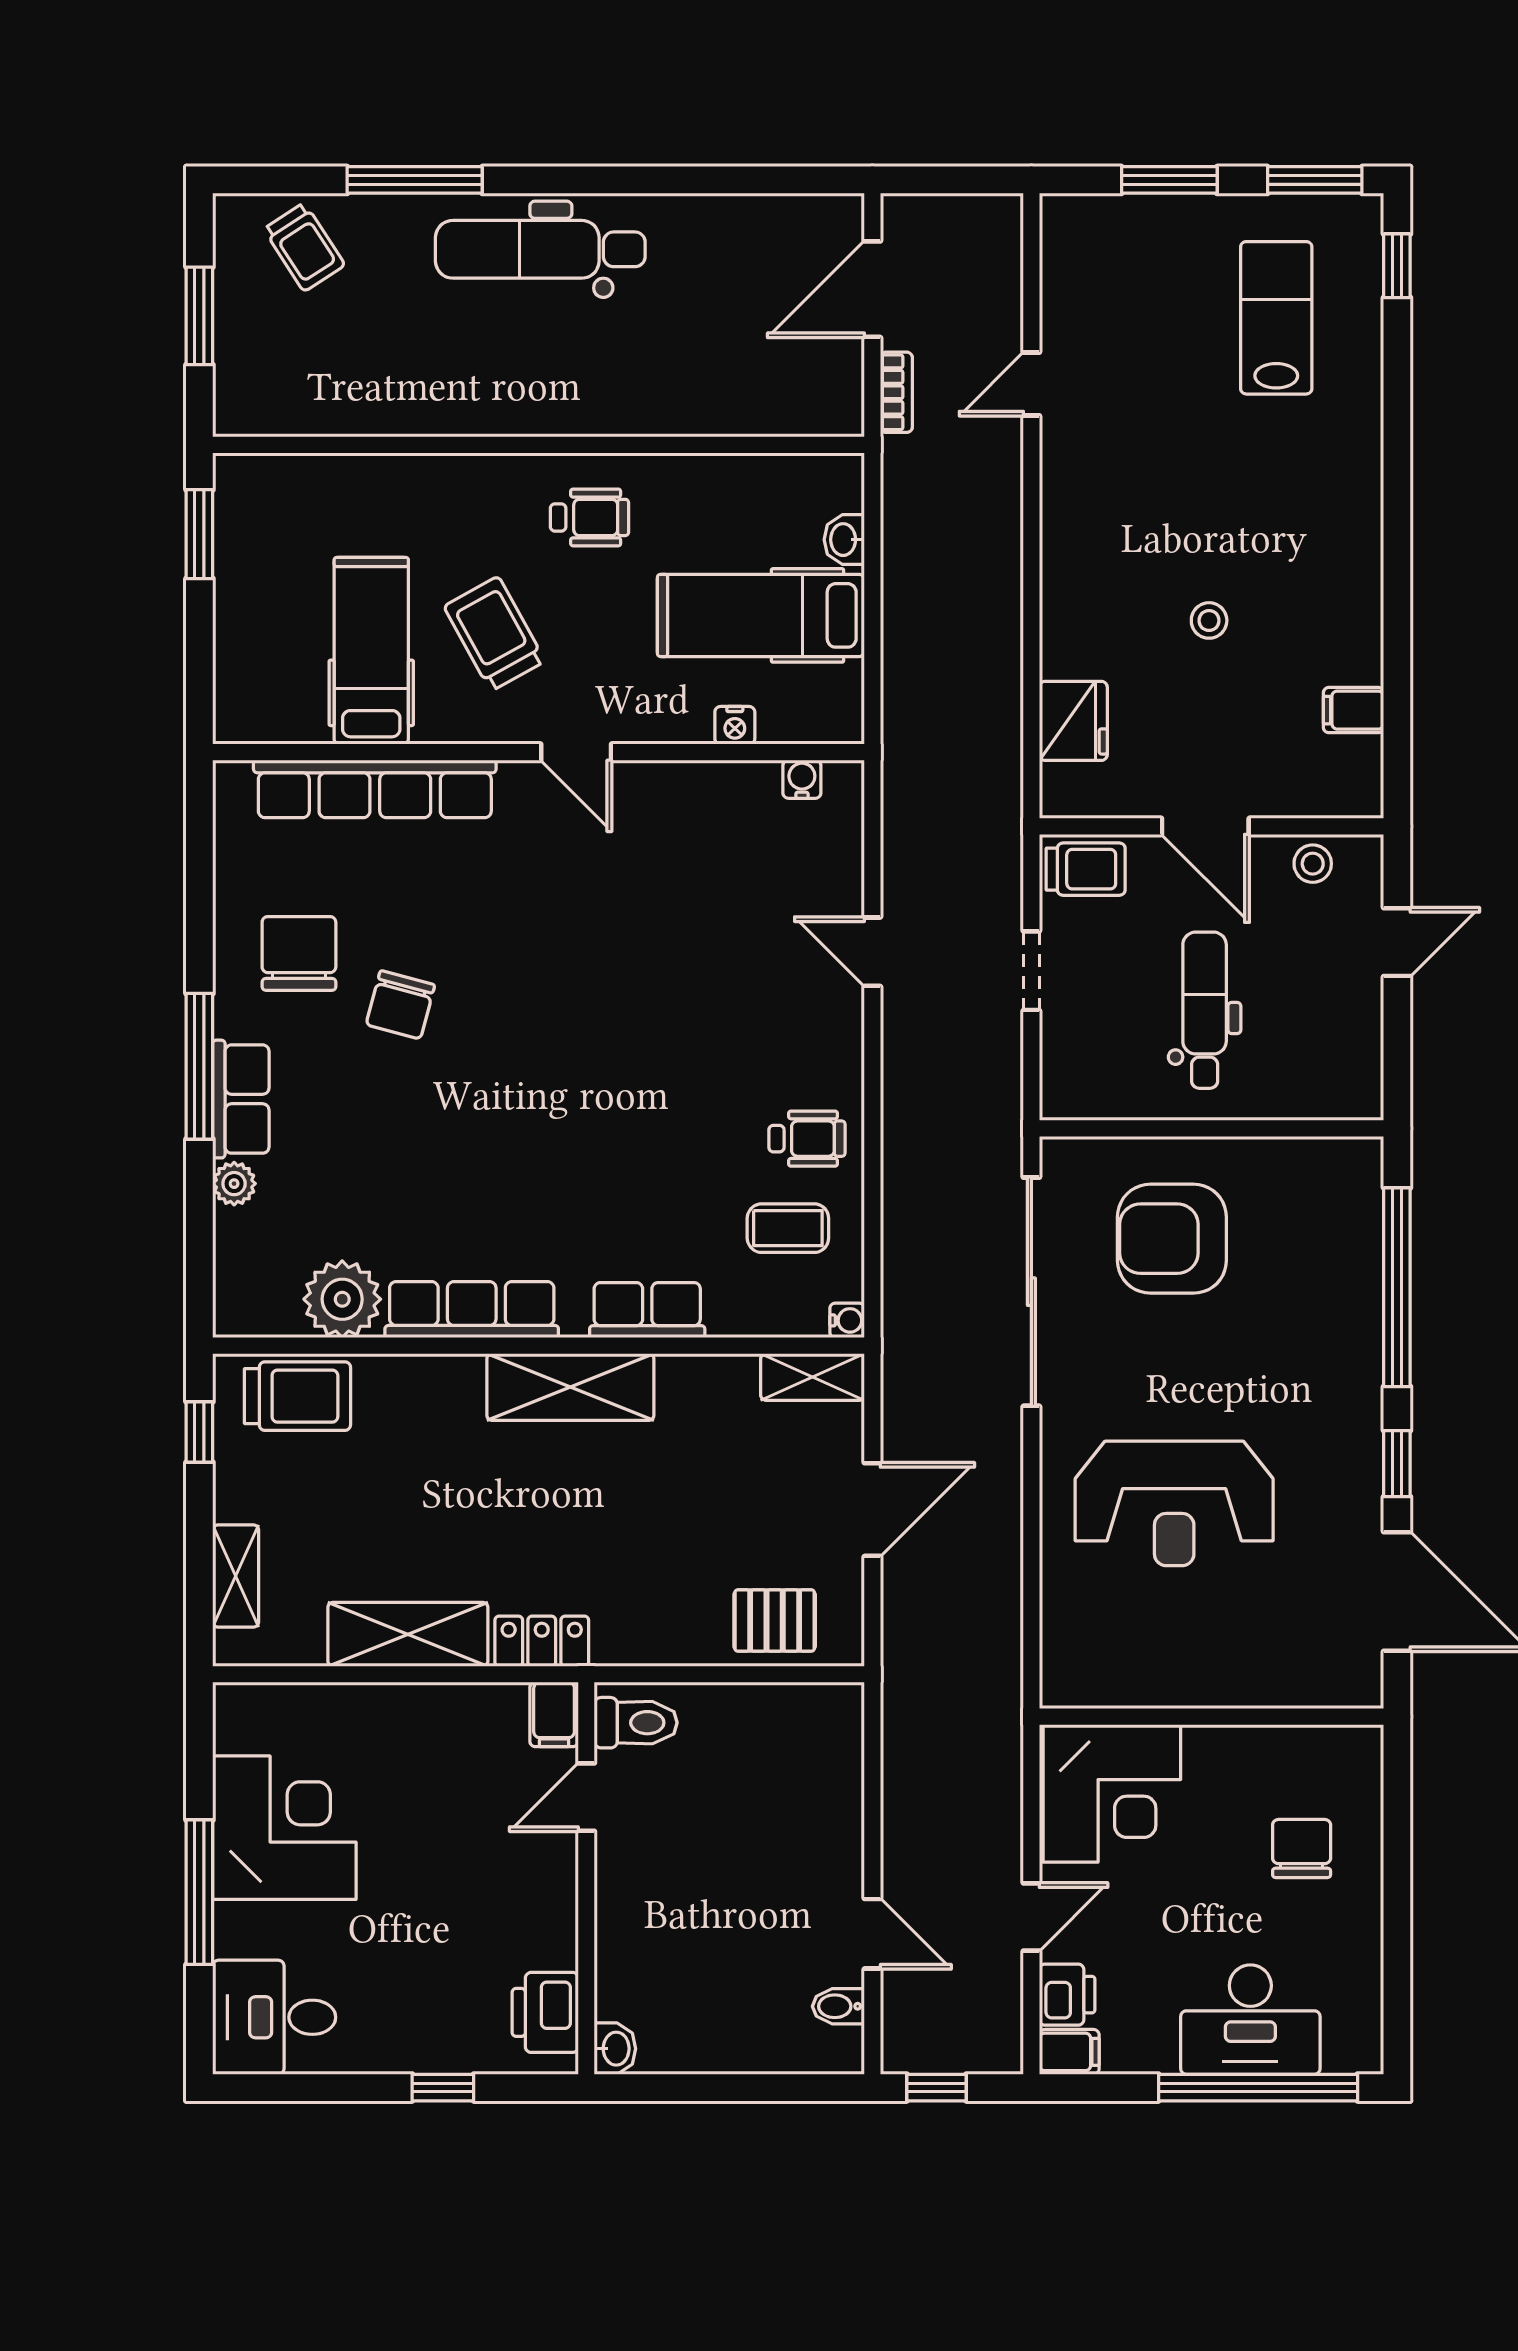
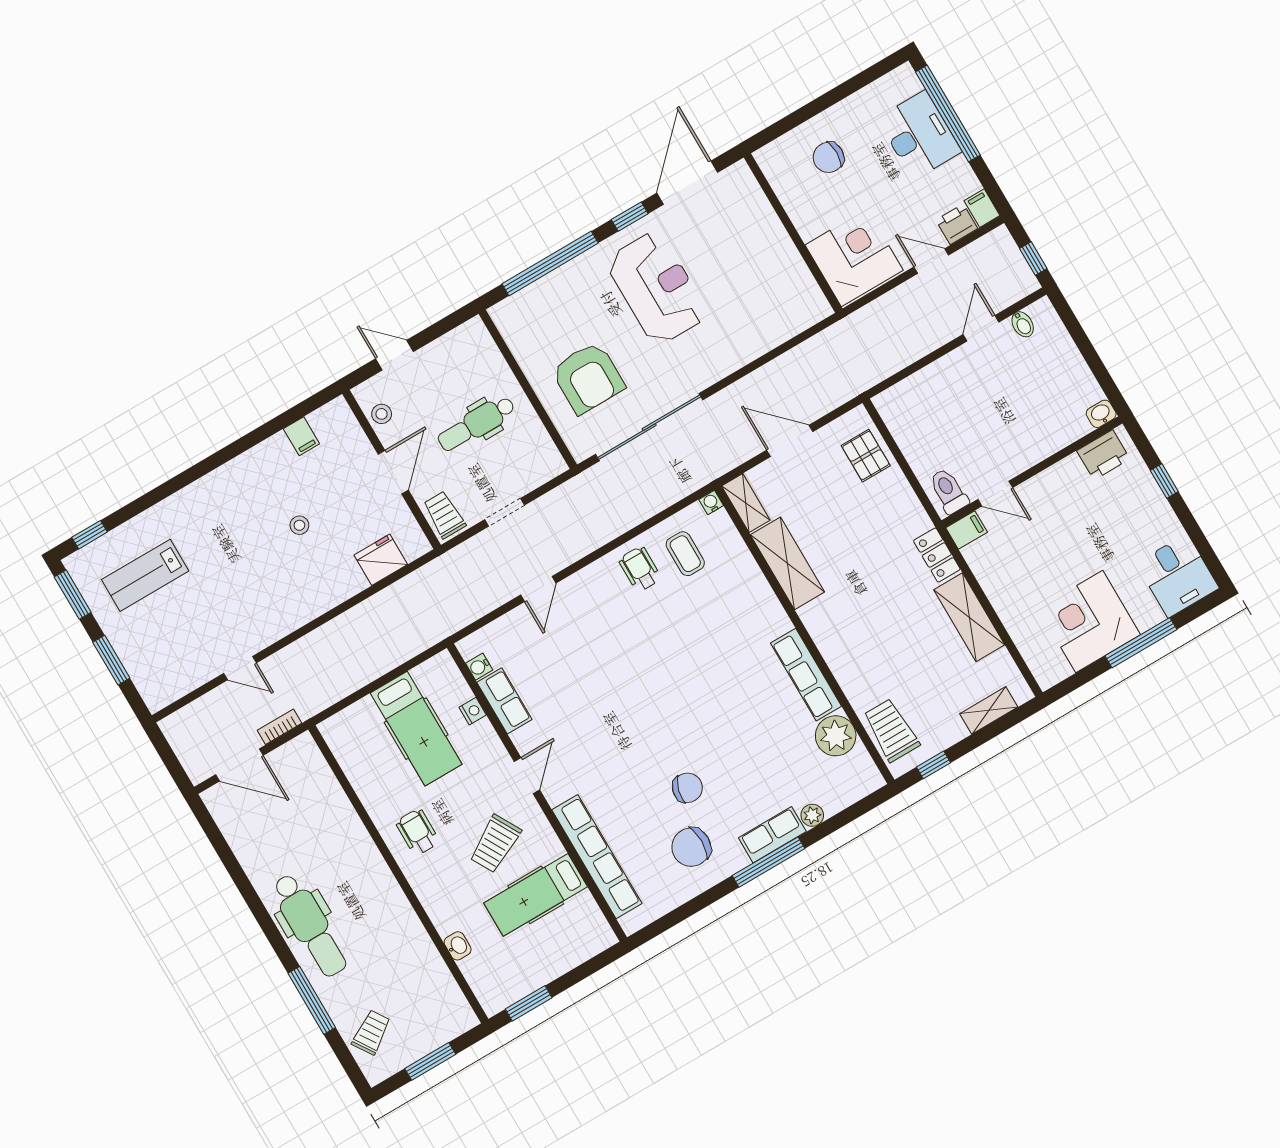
washbasin: (844, 540) -> (458, 946), moved, turned -90
row of seats: (647, 1310) -> (504, 701), moved, turned 180
shelving: (570, 1387) -> (787, 563), moved
reception desk: (1174, 1503) -> (657, 288), moved

